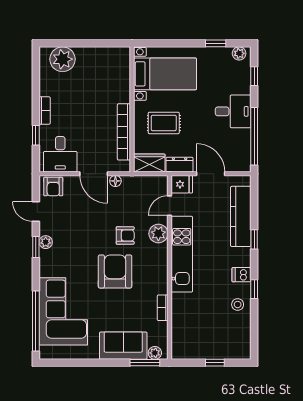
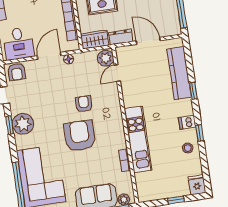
door: (94, 174) -> (49, 56), swing flipped
fridge: (182, 184) -> (197, 185), moved, turned -90
plant: (158, 234) -> (106, 58), moved
armchair: (125, 235) -> (84, 104), turned -89
plant: (46, 242) -> (23, 124), width x1.88, depth x1.88
kitchen unit: (182, 254) -> (138, 139), moved

